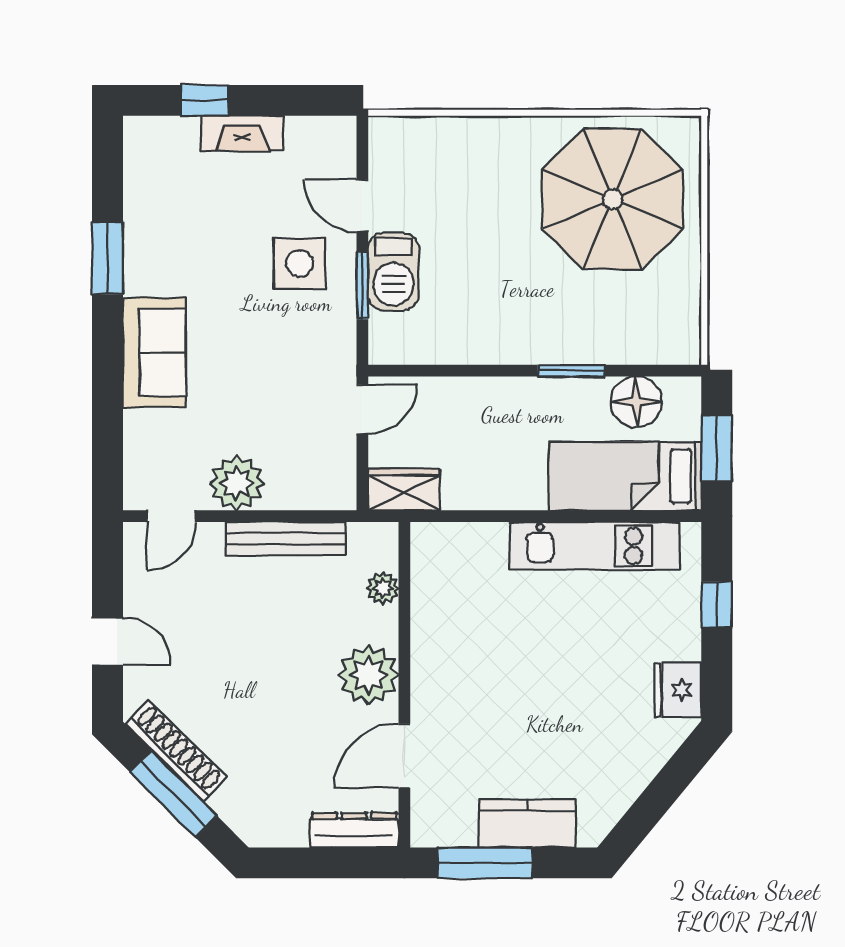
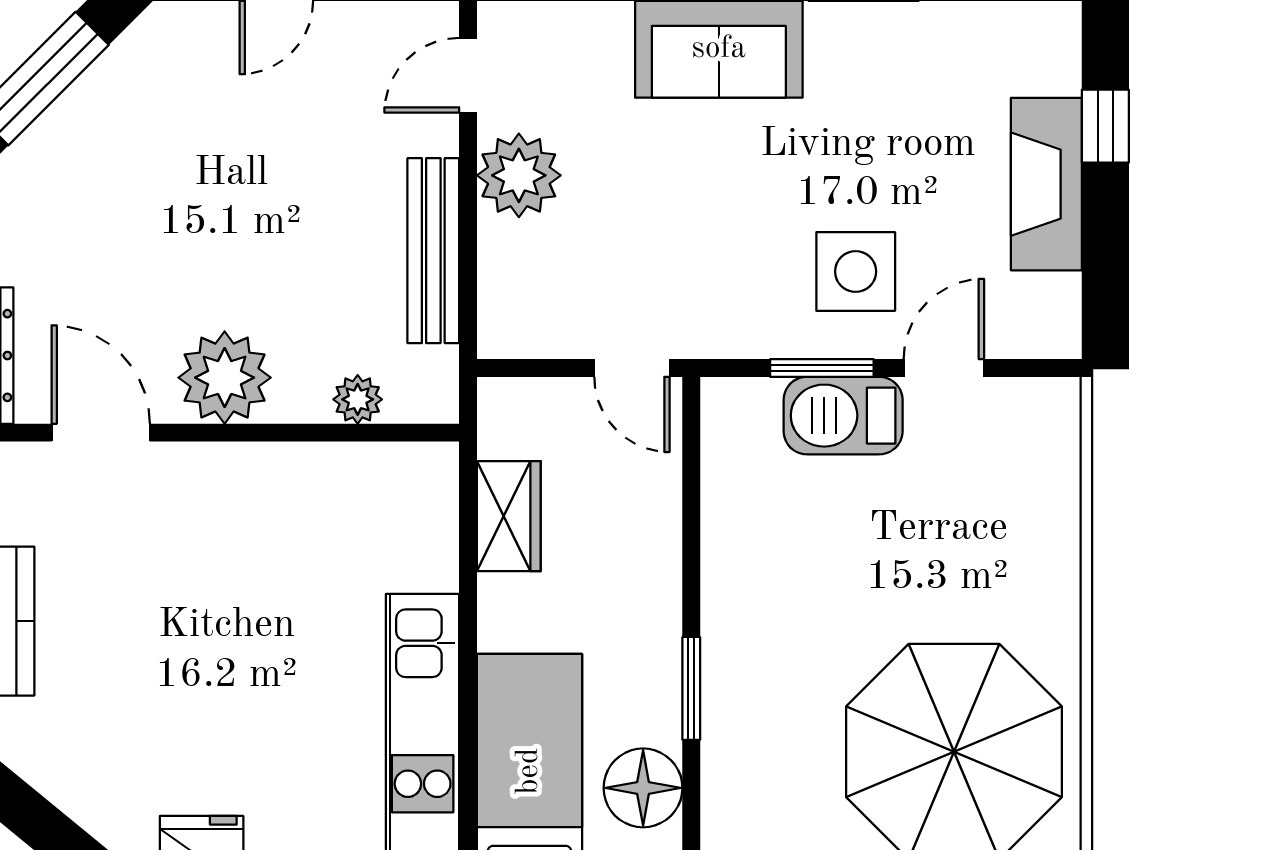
fireplace: (242, 133) -> (1046, 184), width x1.37, depth x1.32
wardrobe: (404, 490) -> (509, 516), moved
door: (171, 516) -> (468, 75), hinge flipped
shoe rack: (176, 751) -> (108, 82), removed

